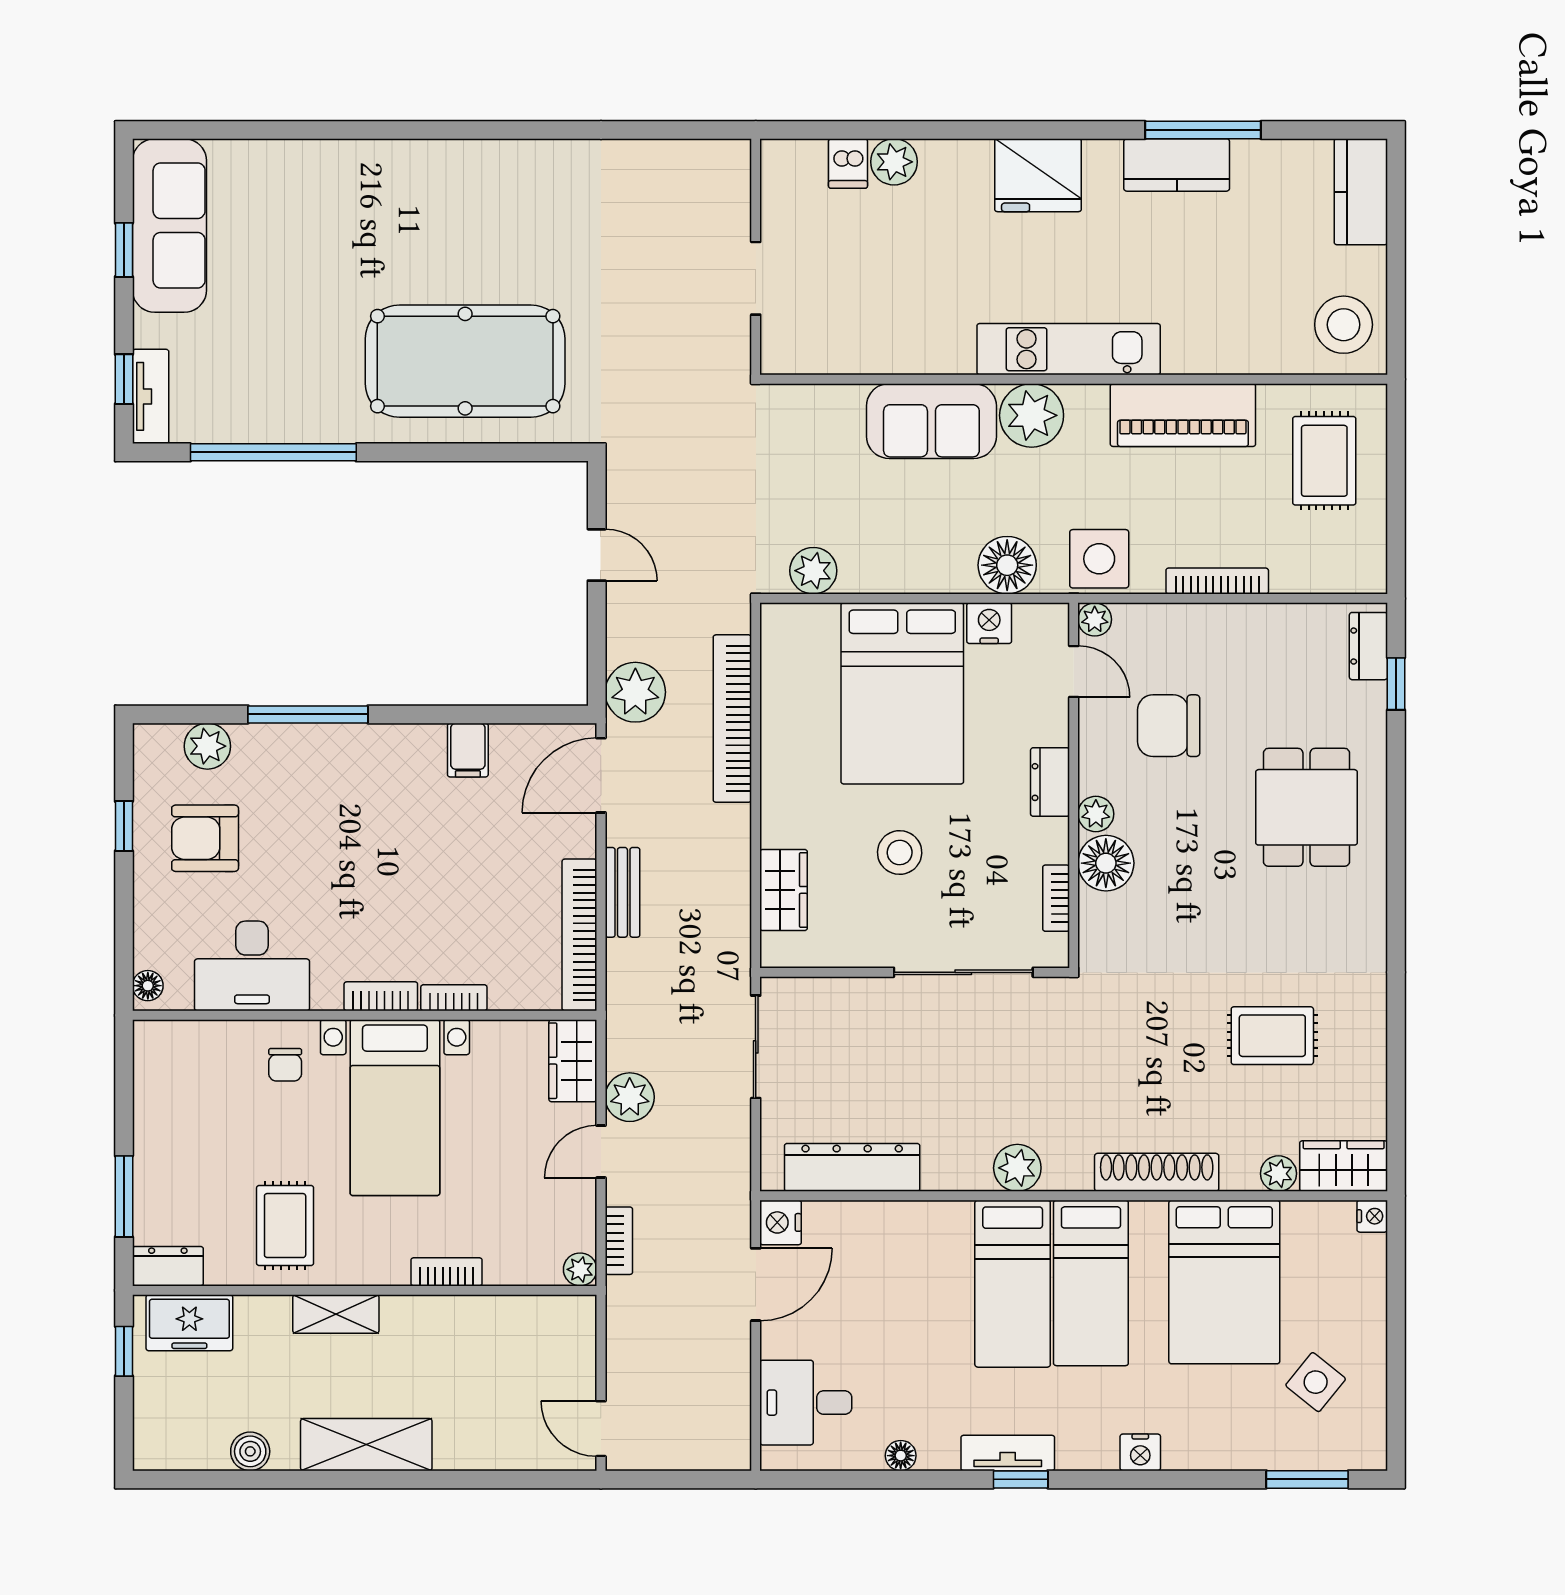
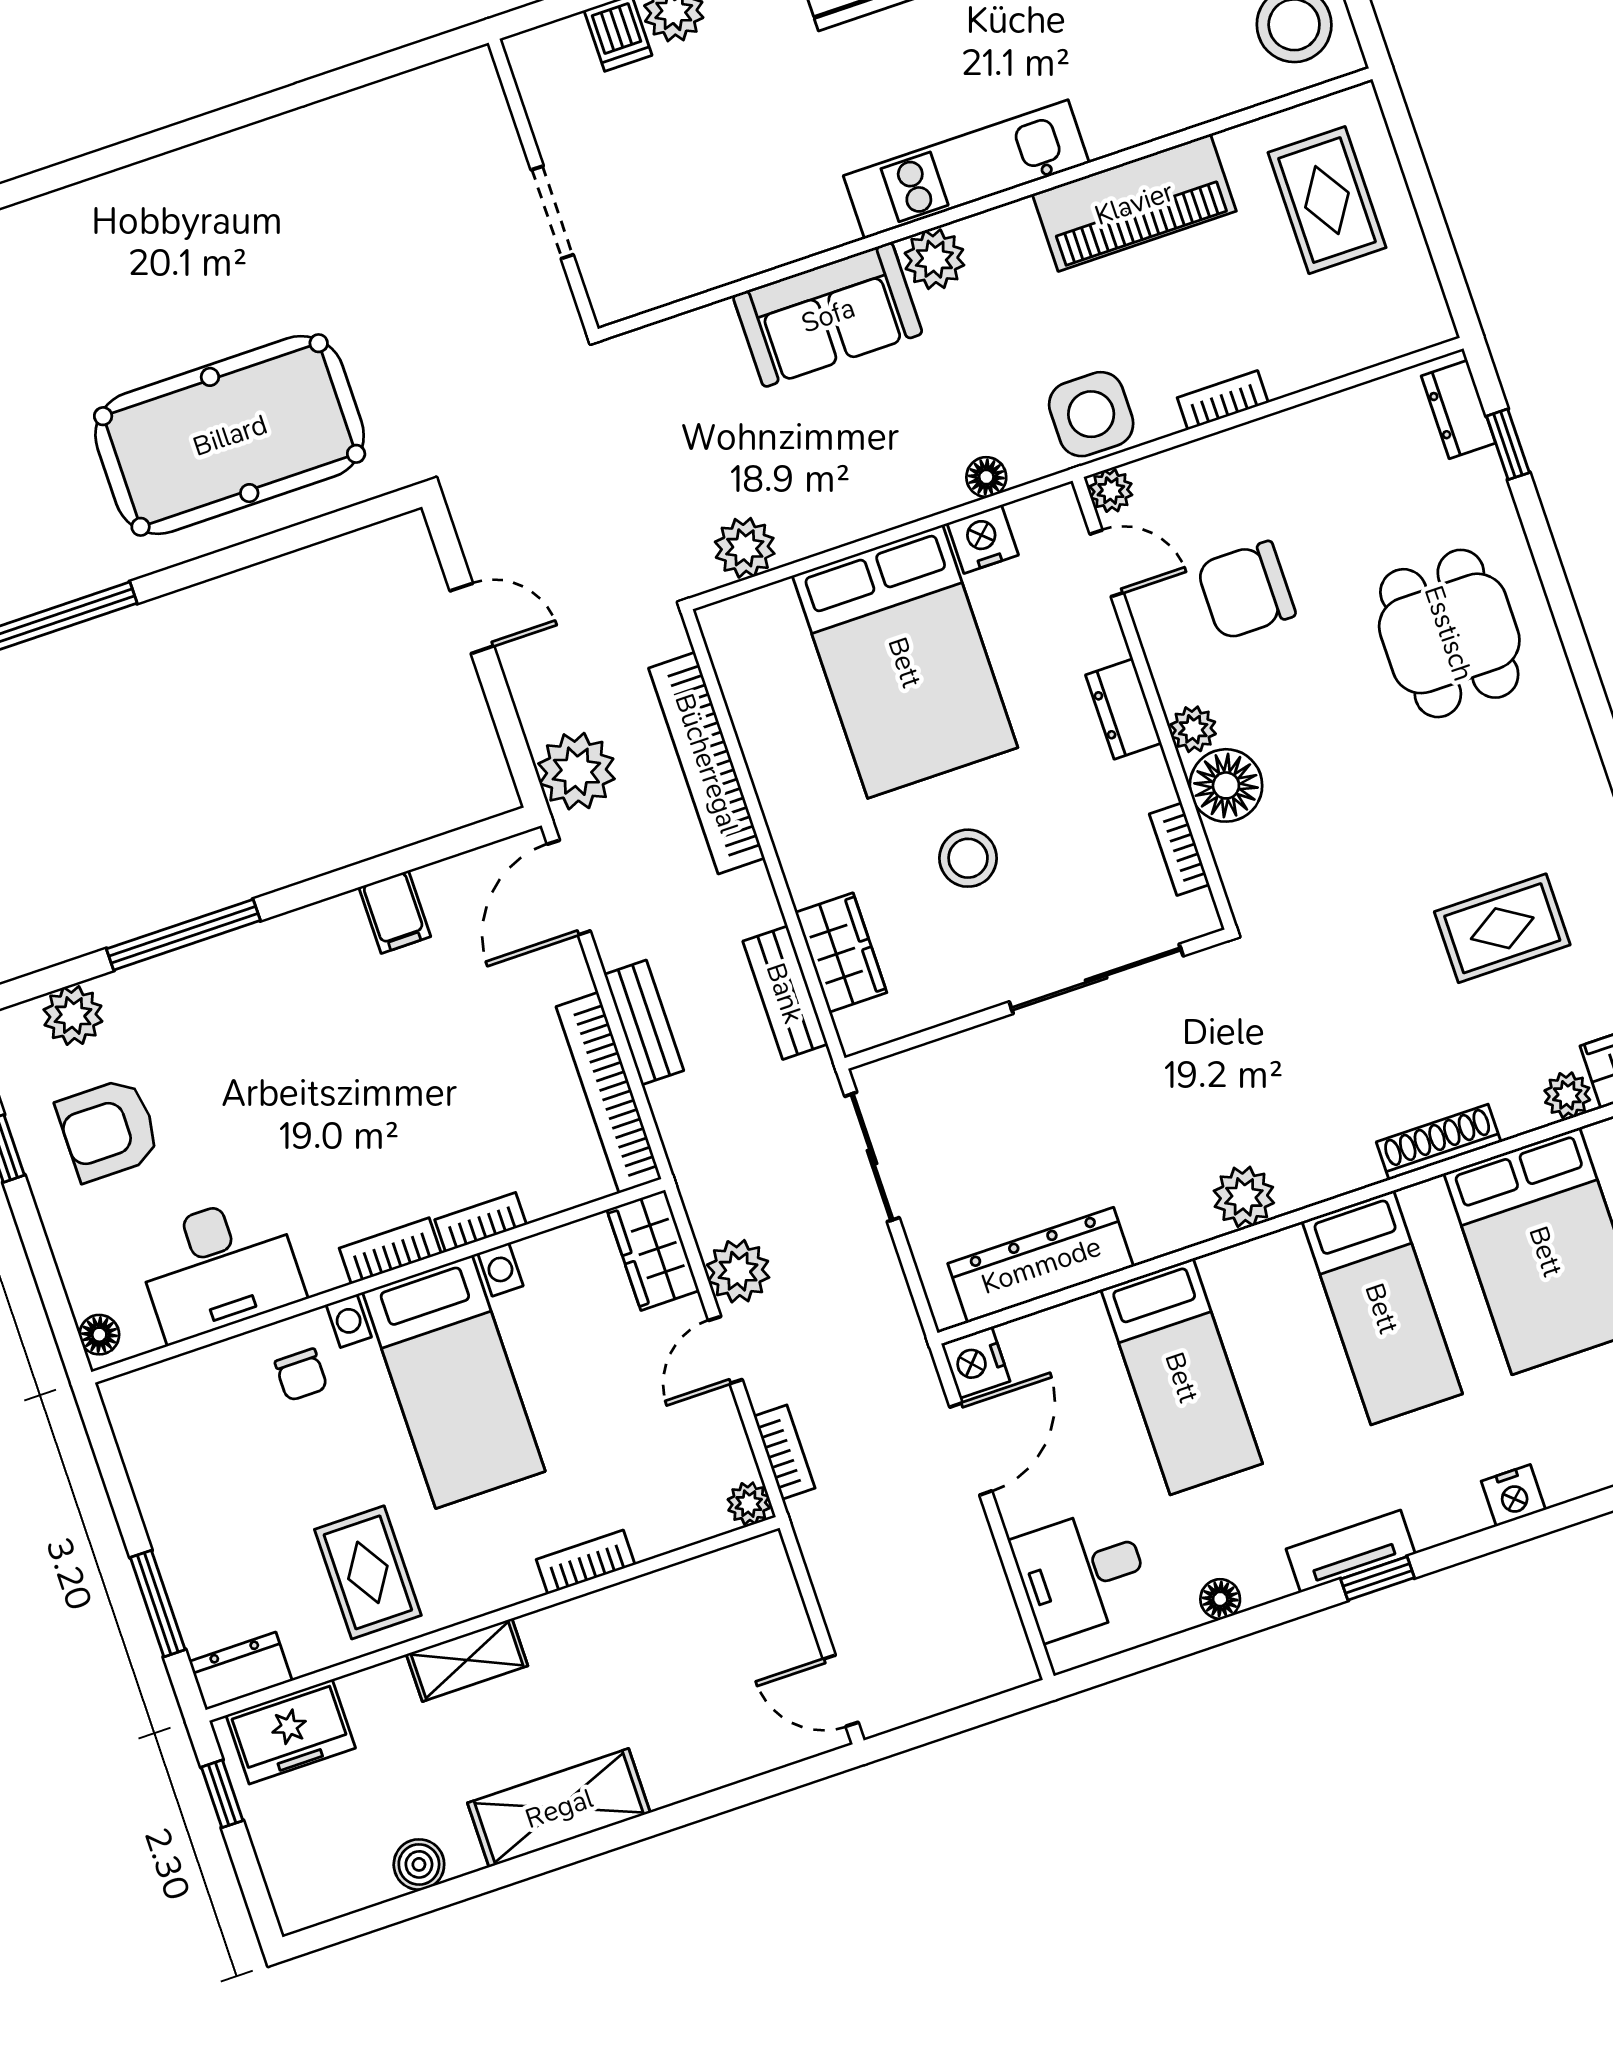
plant: (1032, 415) -> (934, 259), width x0.73, depth x0.73
floor lamp: (1007, 565) -> (986, 477), width x0.53, depth x0.53
bookcase: (1217, 581) -> (1223, 400), width x0.64
bench: (733, 906) -> (785, 993), added
shoe rack: (1157, 1172) -> (1439, 1142), width x0.74, depth x0.81
bed: (1013, 1284) -> (1182, 1377), moved

